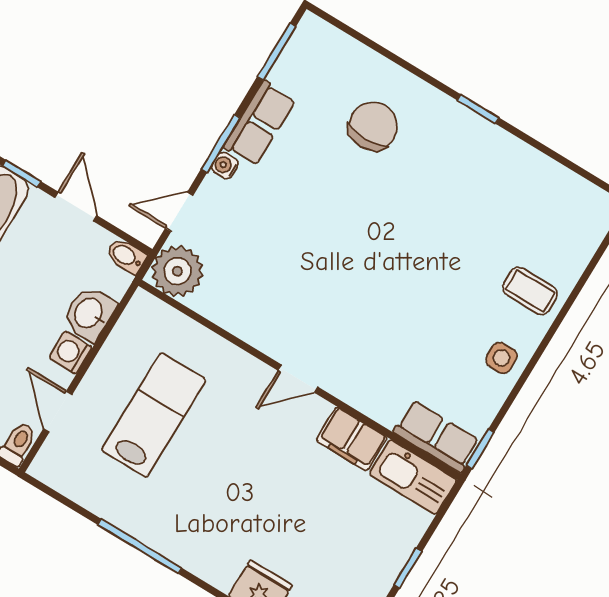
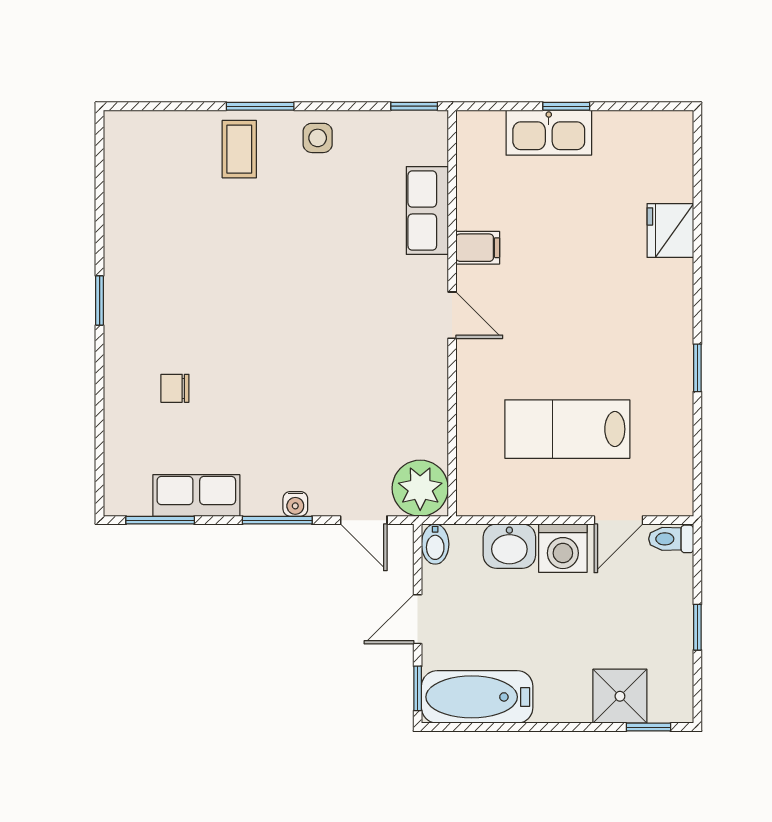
row of seats: (260, 123) -> (196, 495), moved
chair: (373, 126) -> (175, 388), width x0.54, depth x0.54
window: (554, 328) -> (260, 106), added
washing machine: (71, 353) -> (563, 548), width x1.38, depth x1.38
row of seats: (437, 436) -> (427, 211), moved
filing cabinet: (352, 439) -> (478, 248), width x0.50
kitchen sink: (413, 477) -> (549, 133), moved, turned 90
window: (140, 546) -> (697, 368), width x0.46

